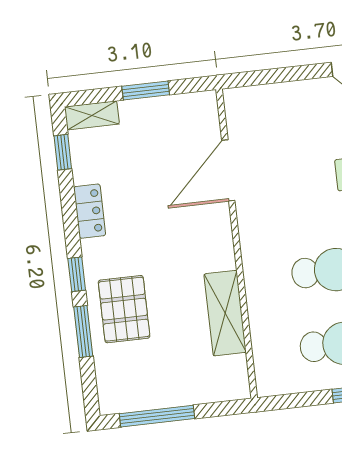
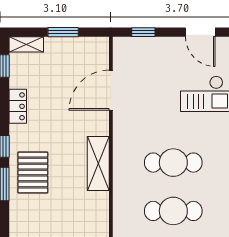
window: (268, 77) -> (143, 32), added
shelving: (225, 313) -> (98, 164), moved

